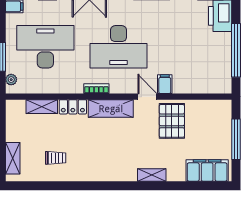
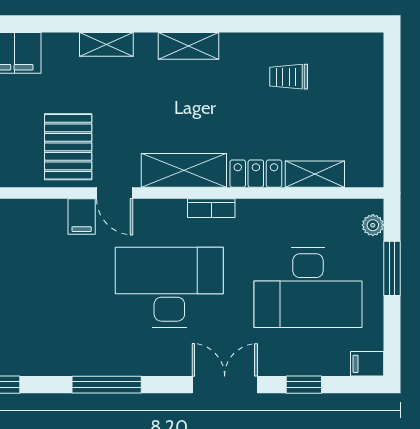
shelving: (13, 158) -> (188, 46), moved, turned 90

